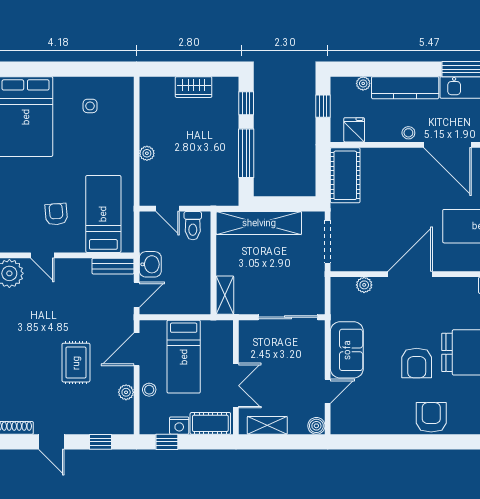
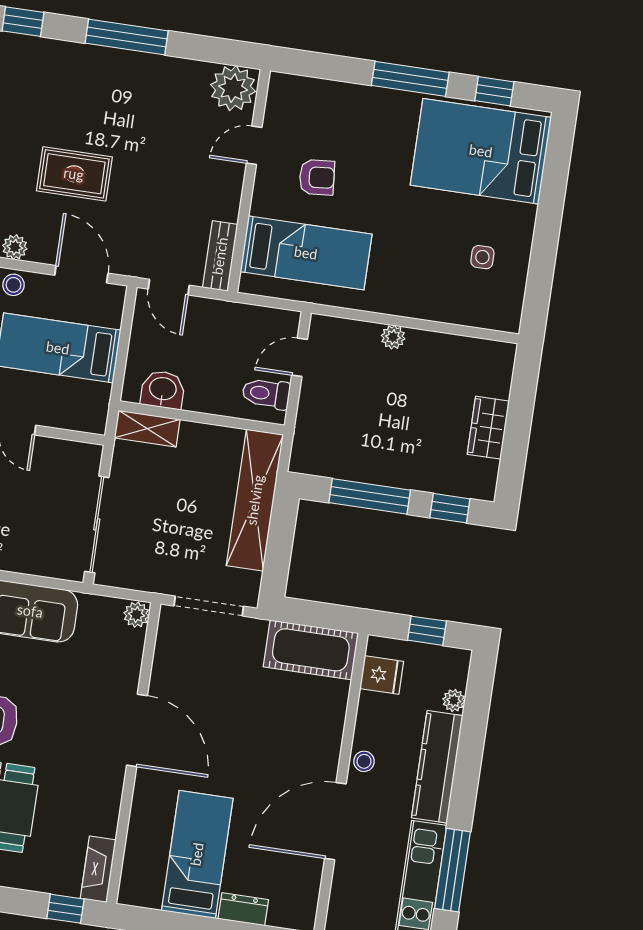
washbasin: (150, 264) -> (163, 390), moved, turned 180
plant: (364, 285) -> (136, 615), moved

